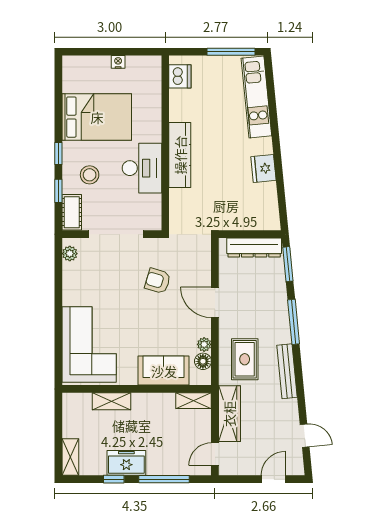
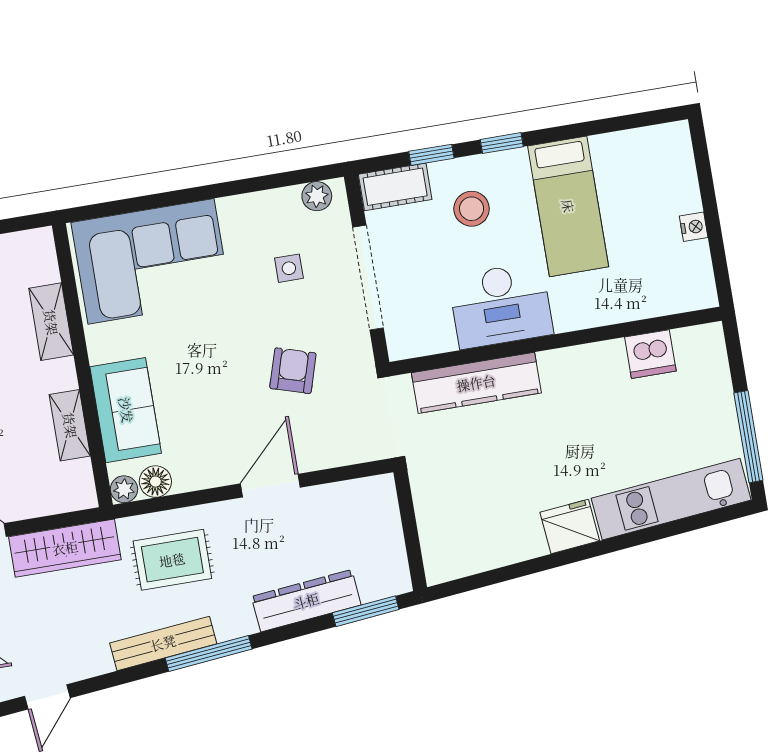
dishwasher: (180, 76) -> (650, 354), moved
bed: (97, 117) -> (568, 206), width x0.67
kitchen counter: (180, 155) -> (476, 383), moved
fridge: (263, 168) -> (570, 526), moved
dresser: (254, 248) -> (306, 601), moved, turned 84
side table: (105, 274) -> (289, 268), added
window: (294, 322) -> (209, 654), moved
plant: (204, 344) -> (124, 489), moved
shelving: (194, 401) -> (70, 425), moved

